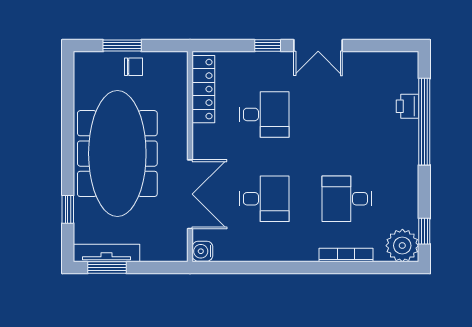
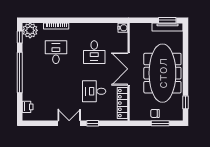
printer: (408, 106) -> (28, 107), moved
window: (424, 122) -> (20, 72), moved
double door: (190, 194) -> (129, 69), moved
desk: (264, 199) -> (94, 52), turned -90
desk: (347, 199) -> (56, 52), turned -90
window: (68, 209) -> (185, 102), moved

